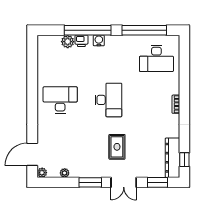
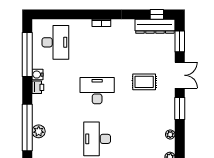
window: (88, 30) -> (27, 128), moved
water cooler: (99, 40) -> (37, 75), moved
printer: (81, 41) -> (38, 87), moved

